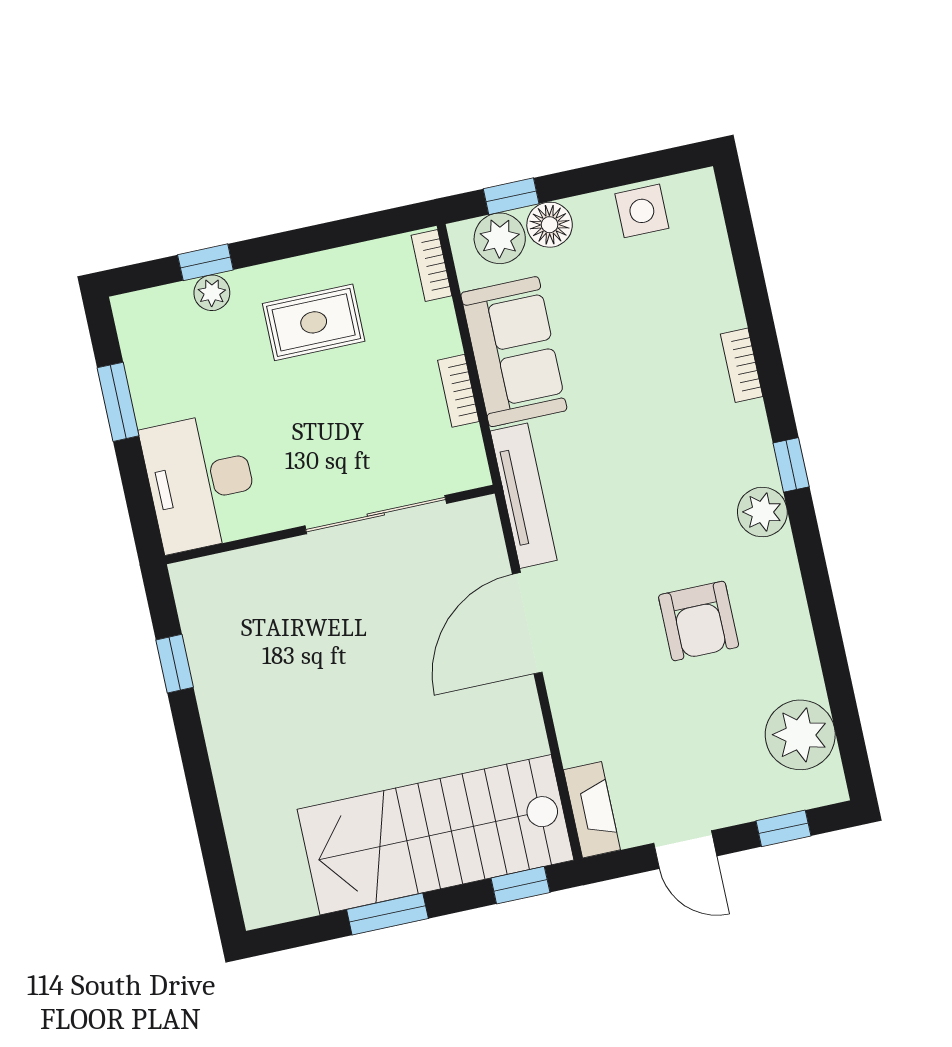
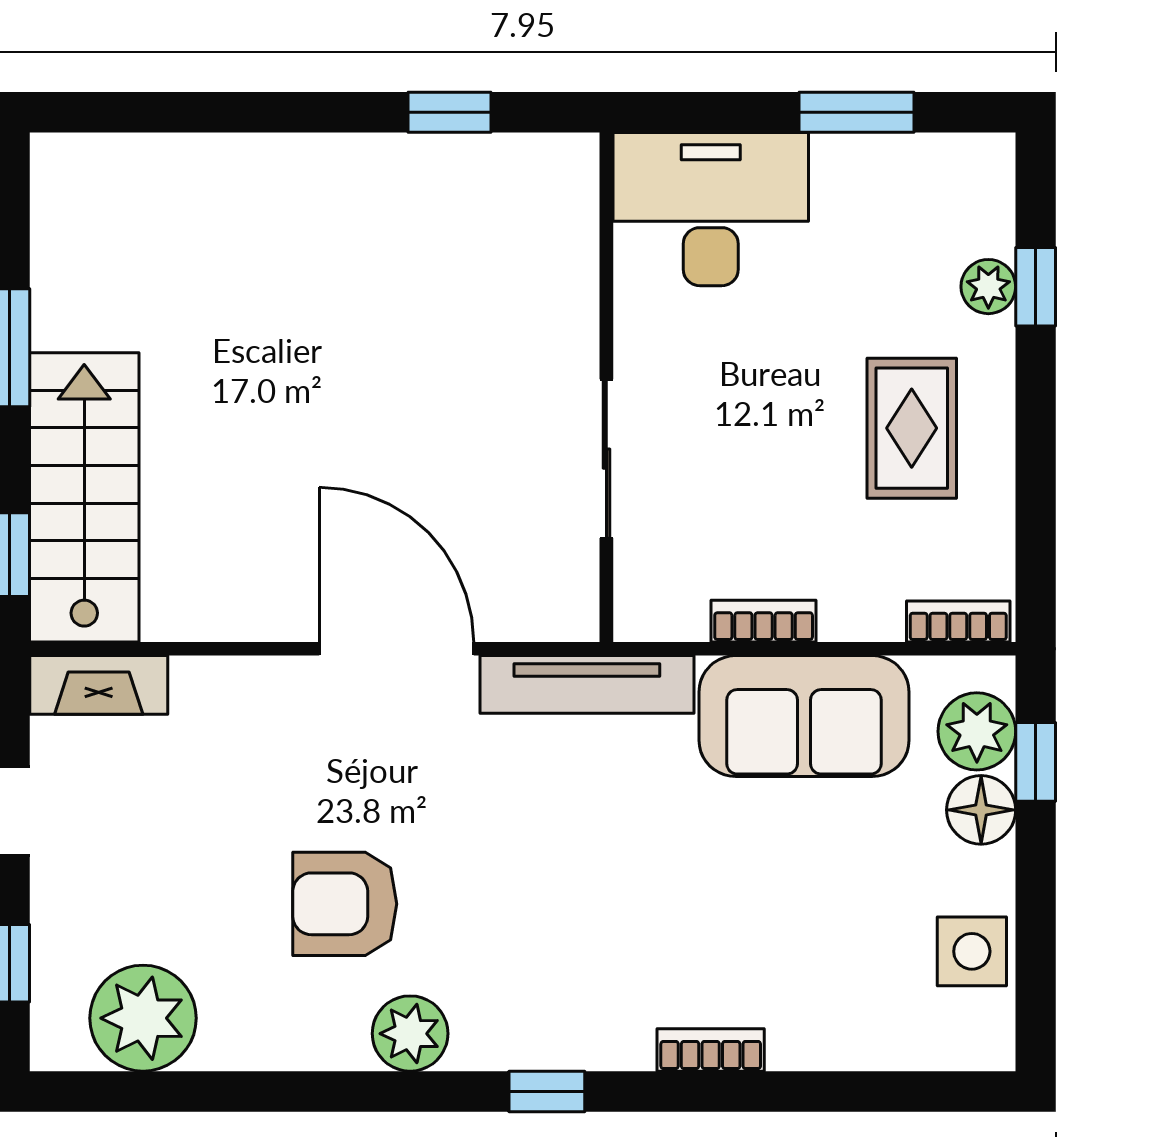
plant: (762, 512) -> (410, 1034), moved
sliding door: (376, 515) -> (606, 459), width x0.73
stairs: (436, 835) -> (84, 497), width x0.73, depth x0.66

